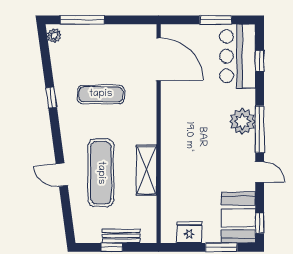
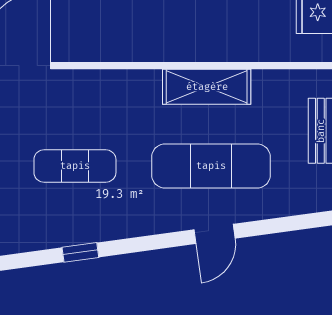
exercise mat: (101, 94) -> (75, 166), turned 90

